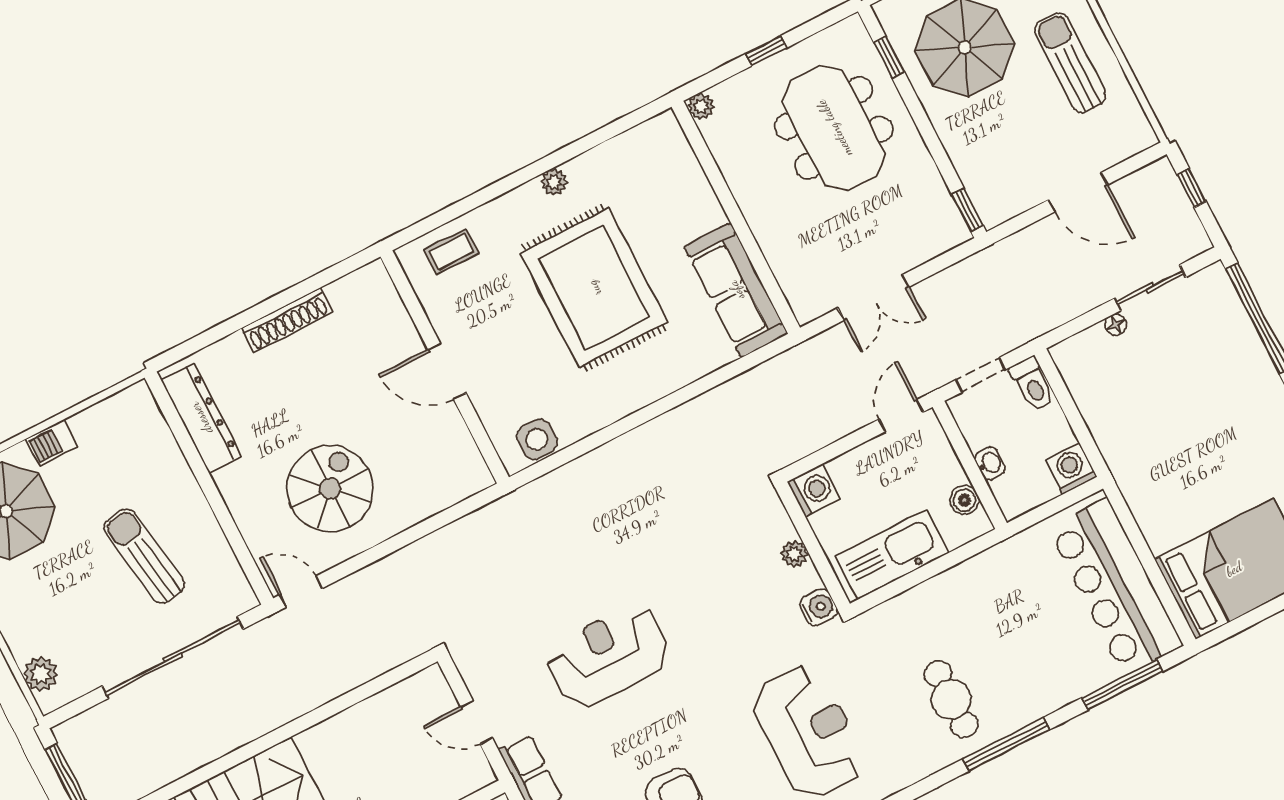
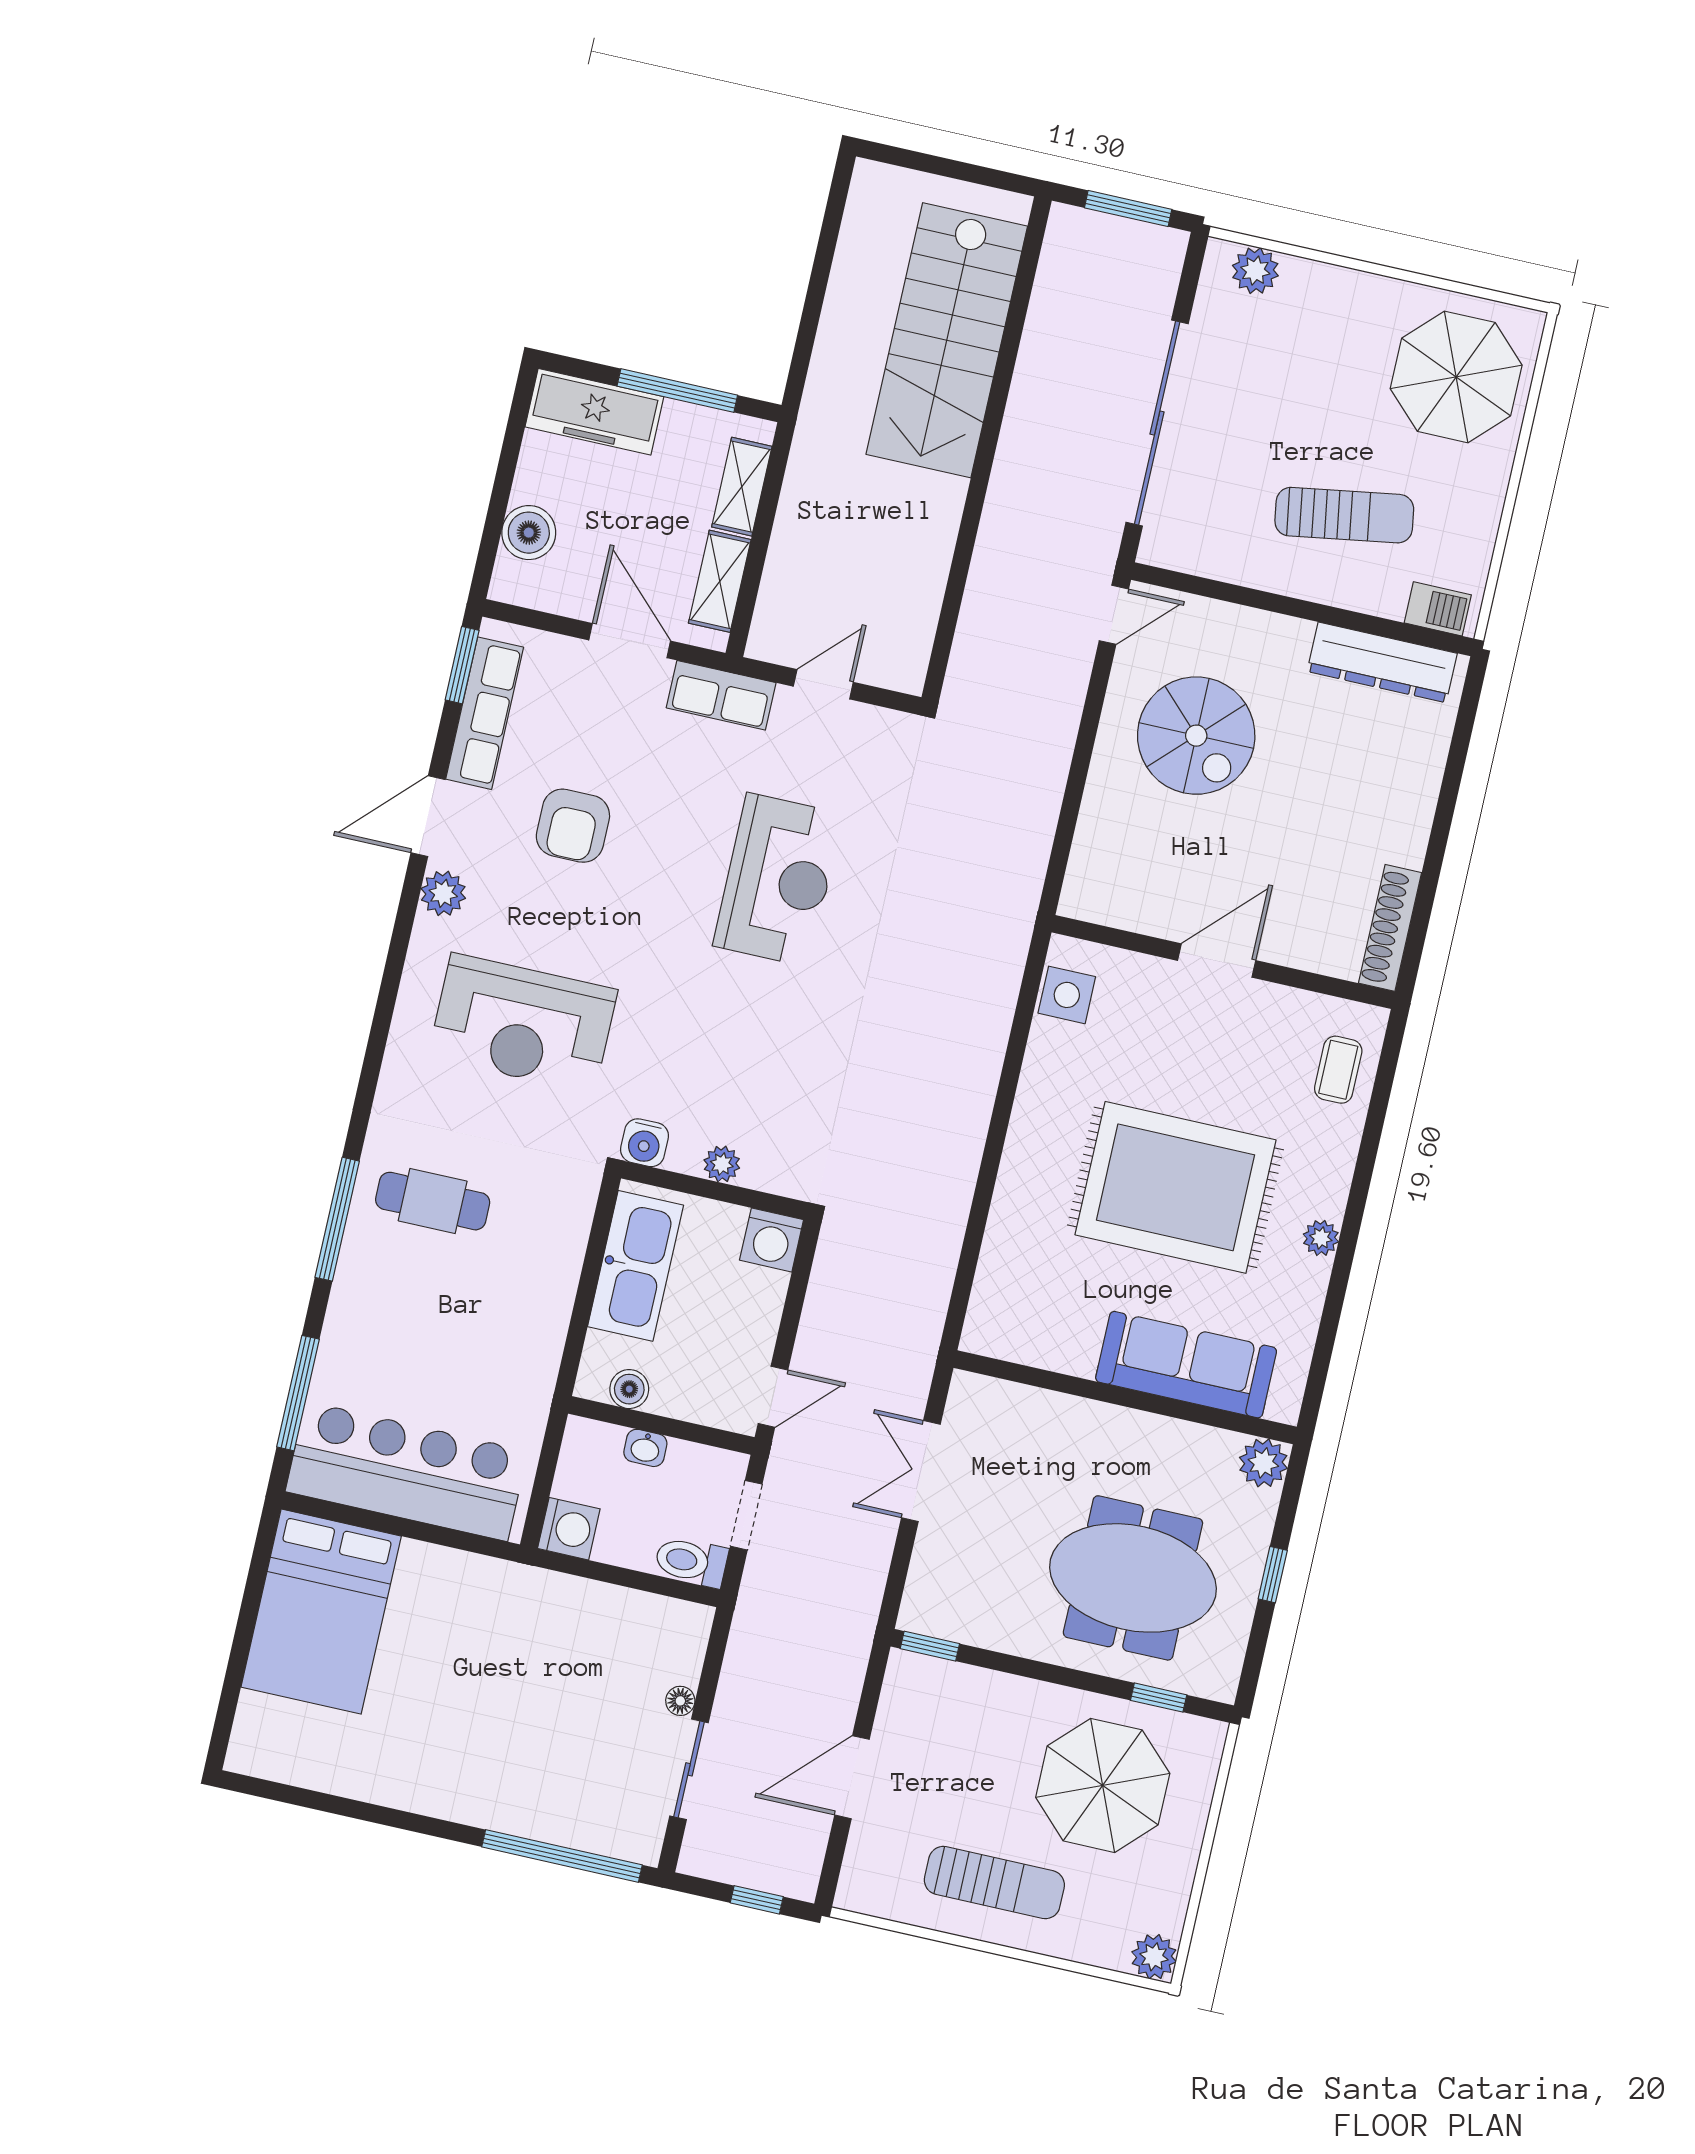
plant: (701, 106) -> (1263, 1463), width x1.38, depth x1.38
sofa: (736, 290) -> (1186, 1365), moved
shoe rack: (287, 320) -> (1390, 928), moved
door: (901, 416) -> (773, 1397), hinge flipped
barbecue: (52, 443) -> (1438, 609), moved, turned 90
sun lounger: (144, 556) -> (1344, 515), moved

